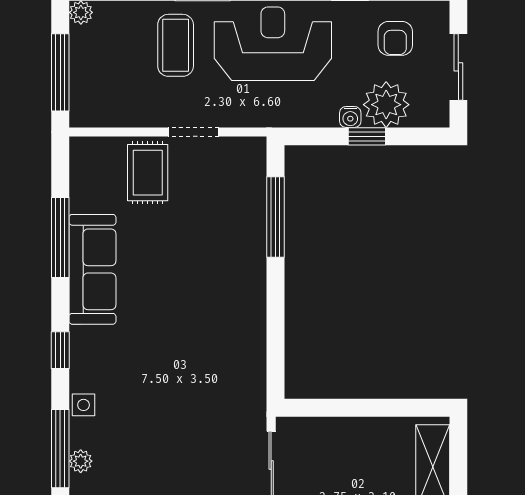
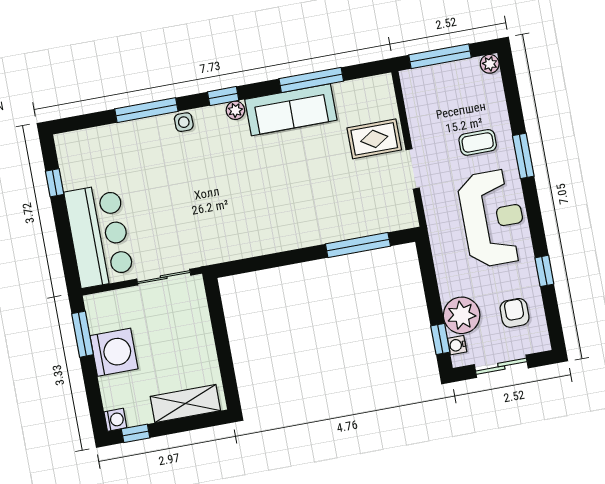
armchair: (395, 38) -> (515, 313), turned 90
coffee table: (176, 45) -> (478, 142), width x0.73, depth x0.77
water cooler: (350, 117) -> (457, 345), moved
window: (367, 136) -> (440, 339), moved
plant: (81, 461) -> (235, 110), moved

